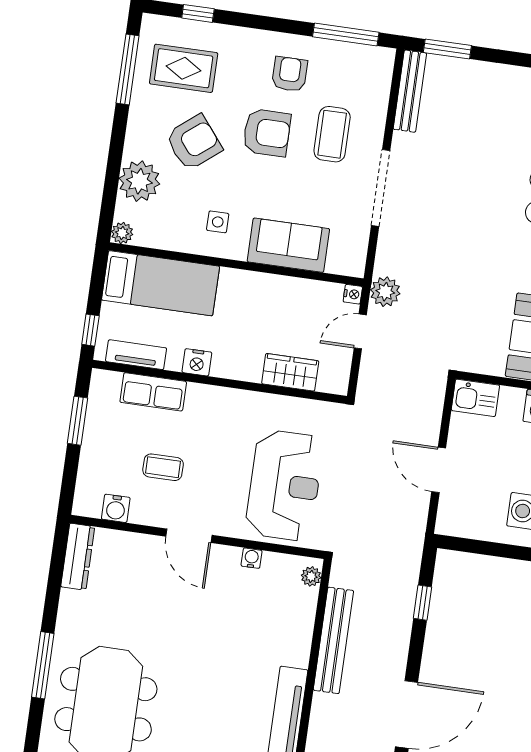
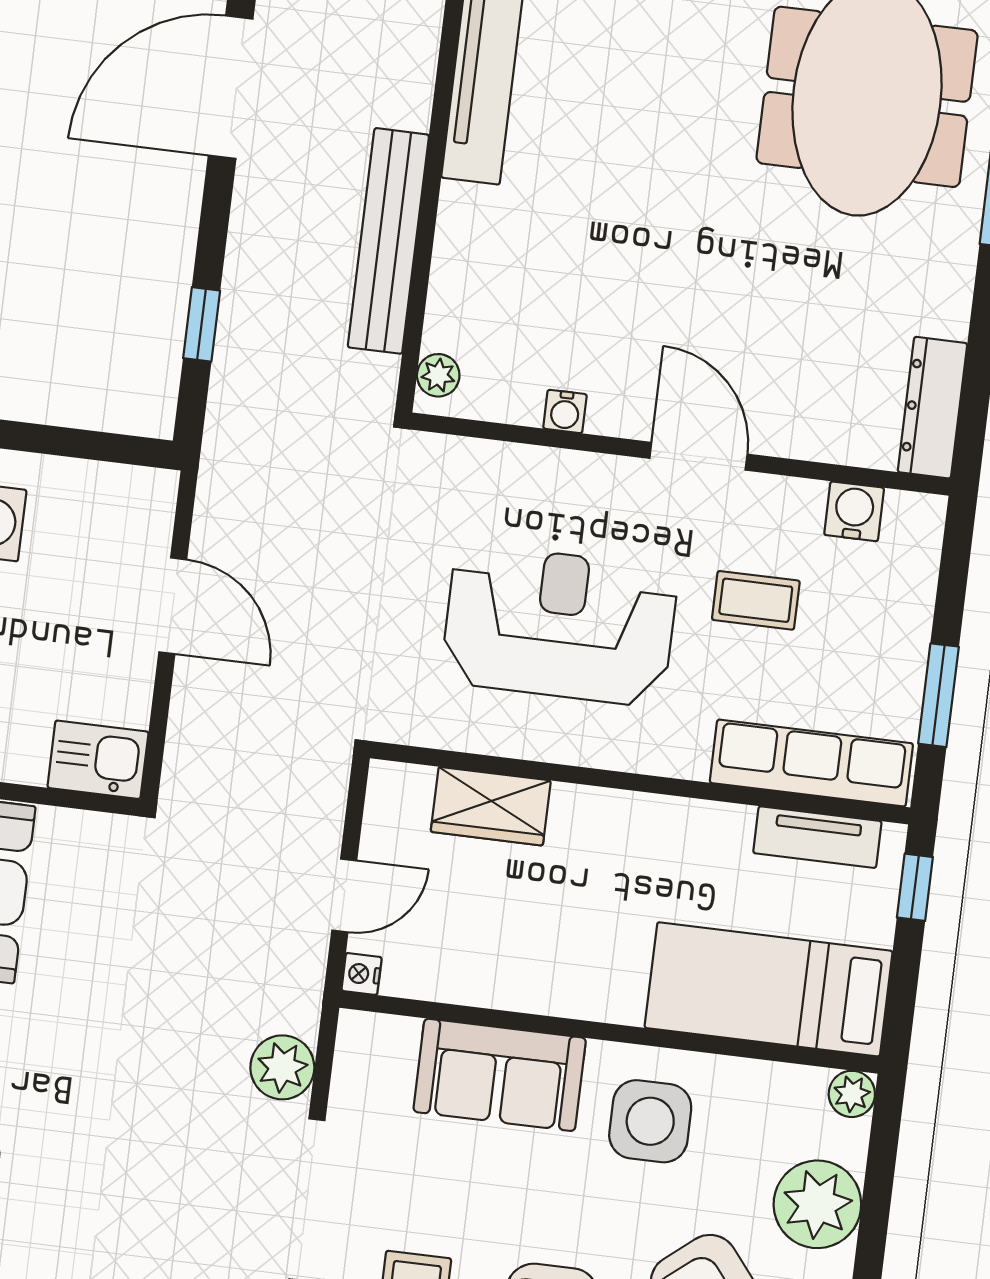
side table: (218, 222) -> (650, 1121), width x1.87, depth x1.87
plant: (385, 292) -> (282, 1067), moved
nightstand: (197, 362) -> (688, 824), removed
row of seats: (153, 392) -> (811, 763), width x1.48
reception desk: (284, 485) -> (559, 625), moved, turned 90

